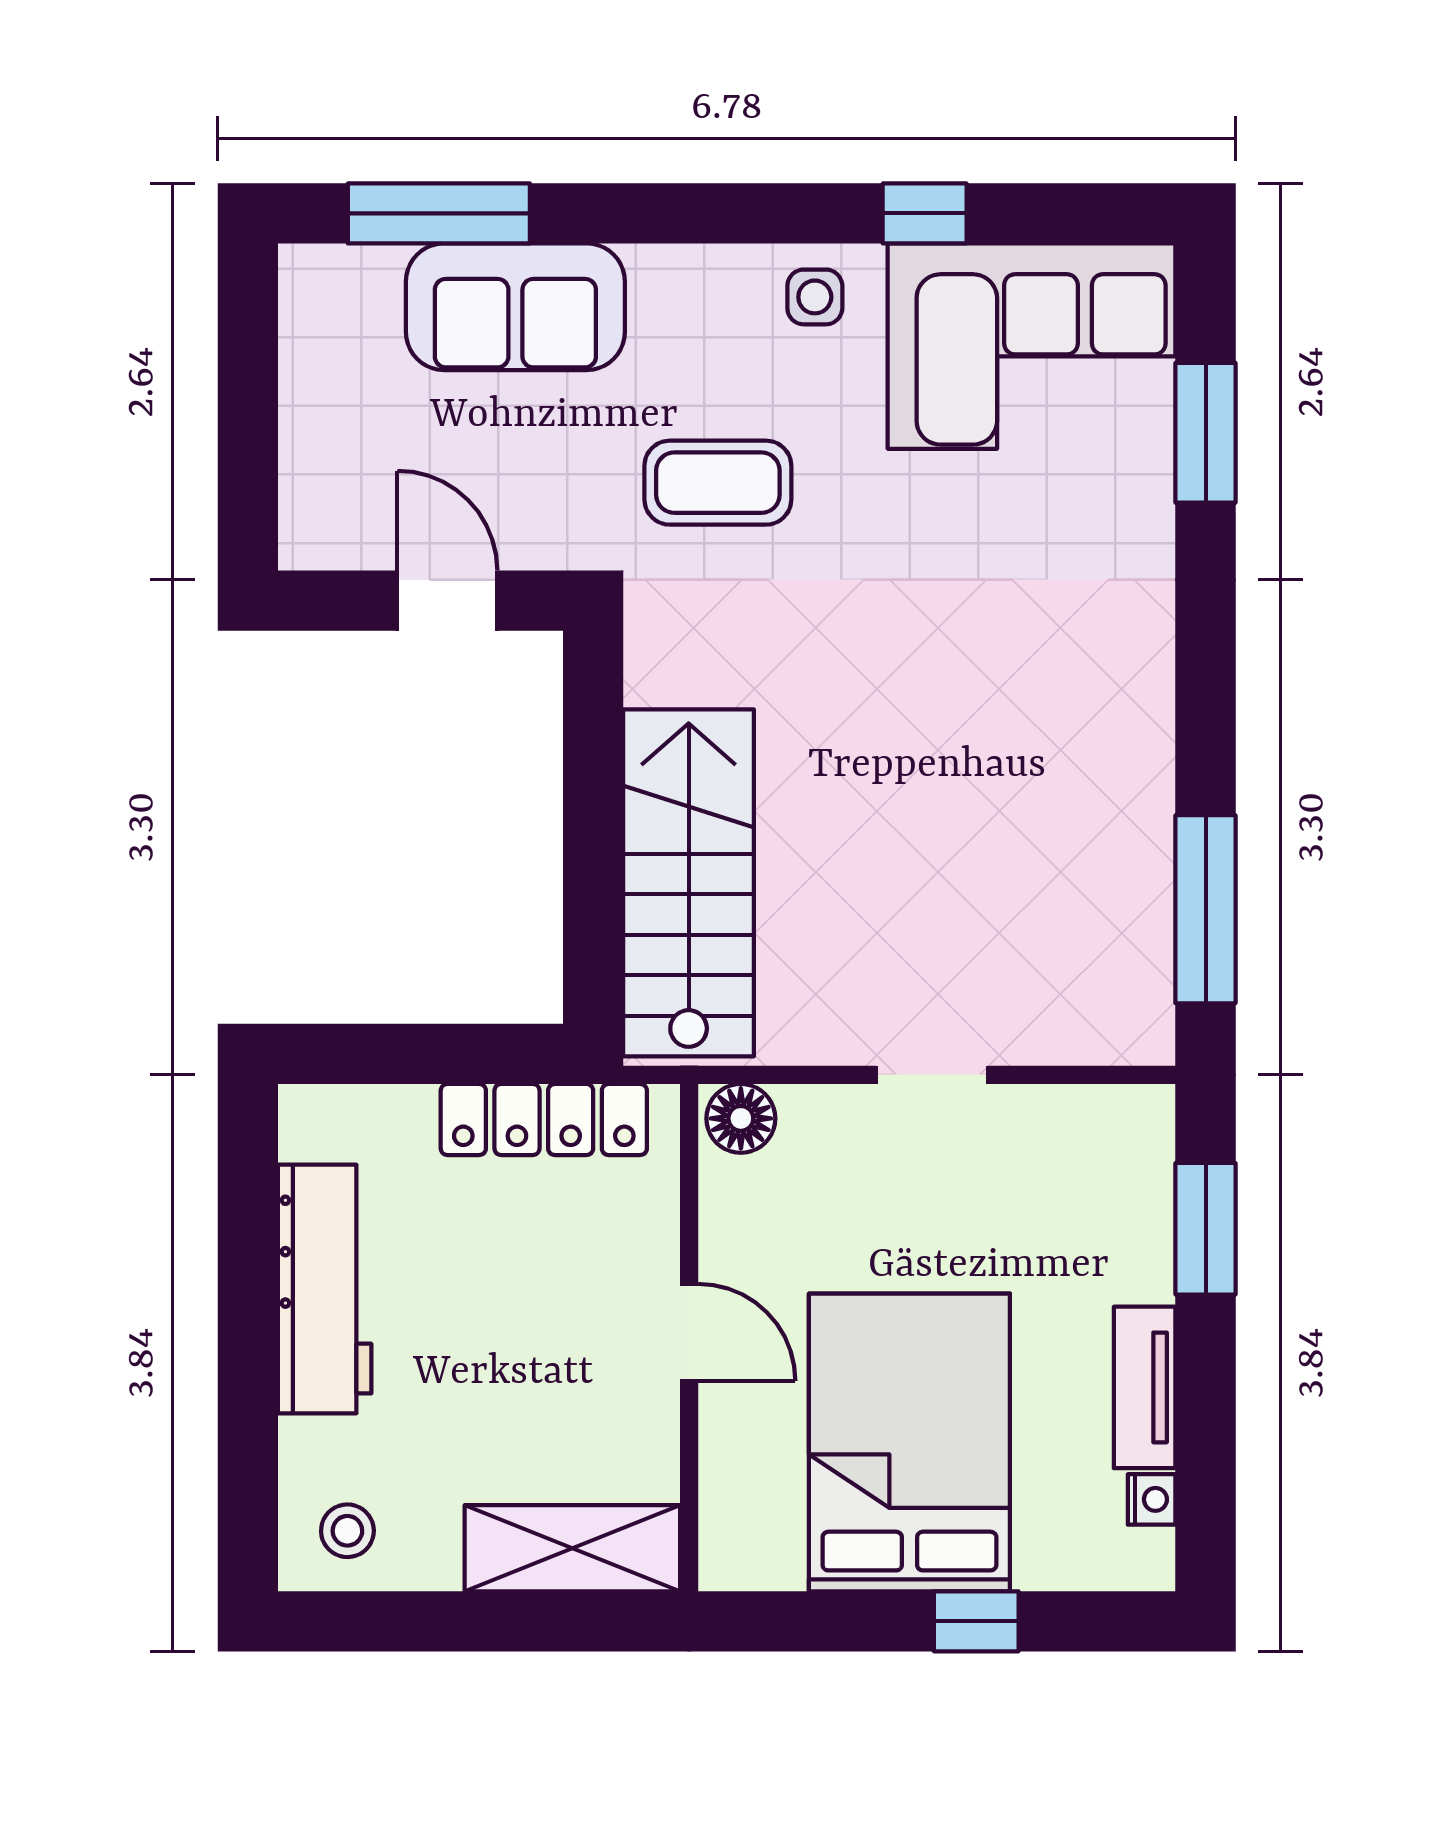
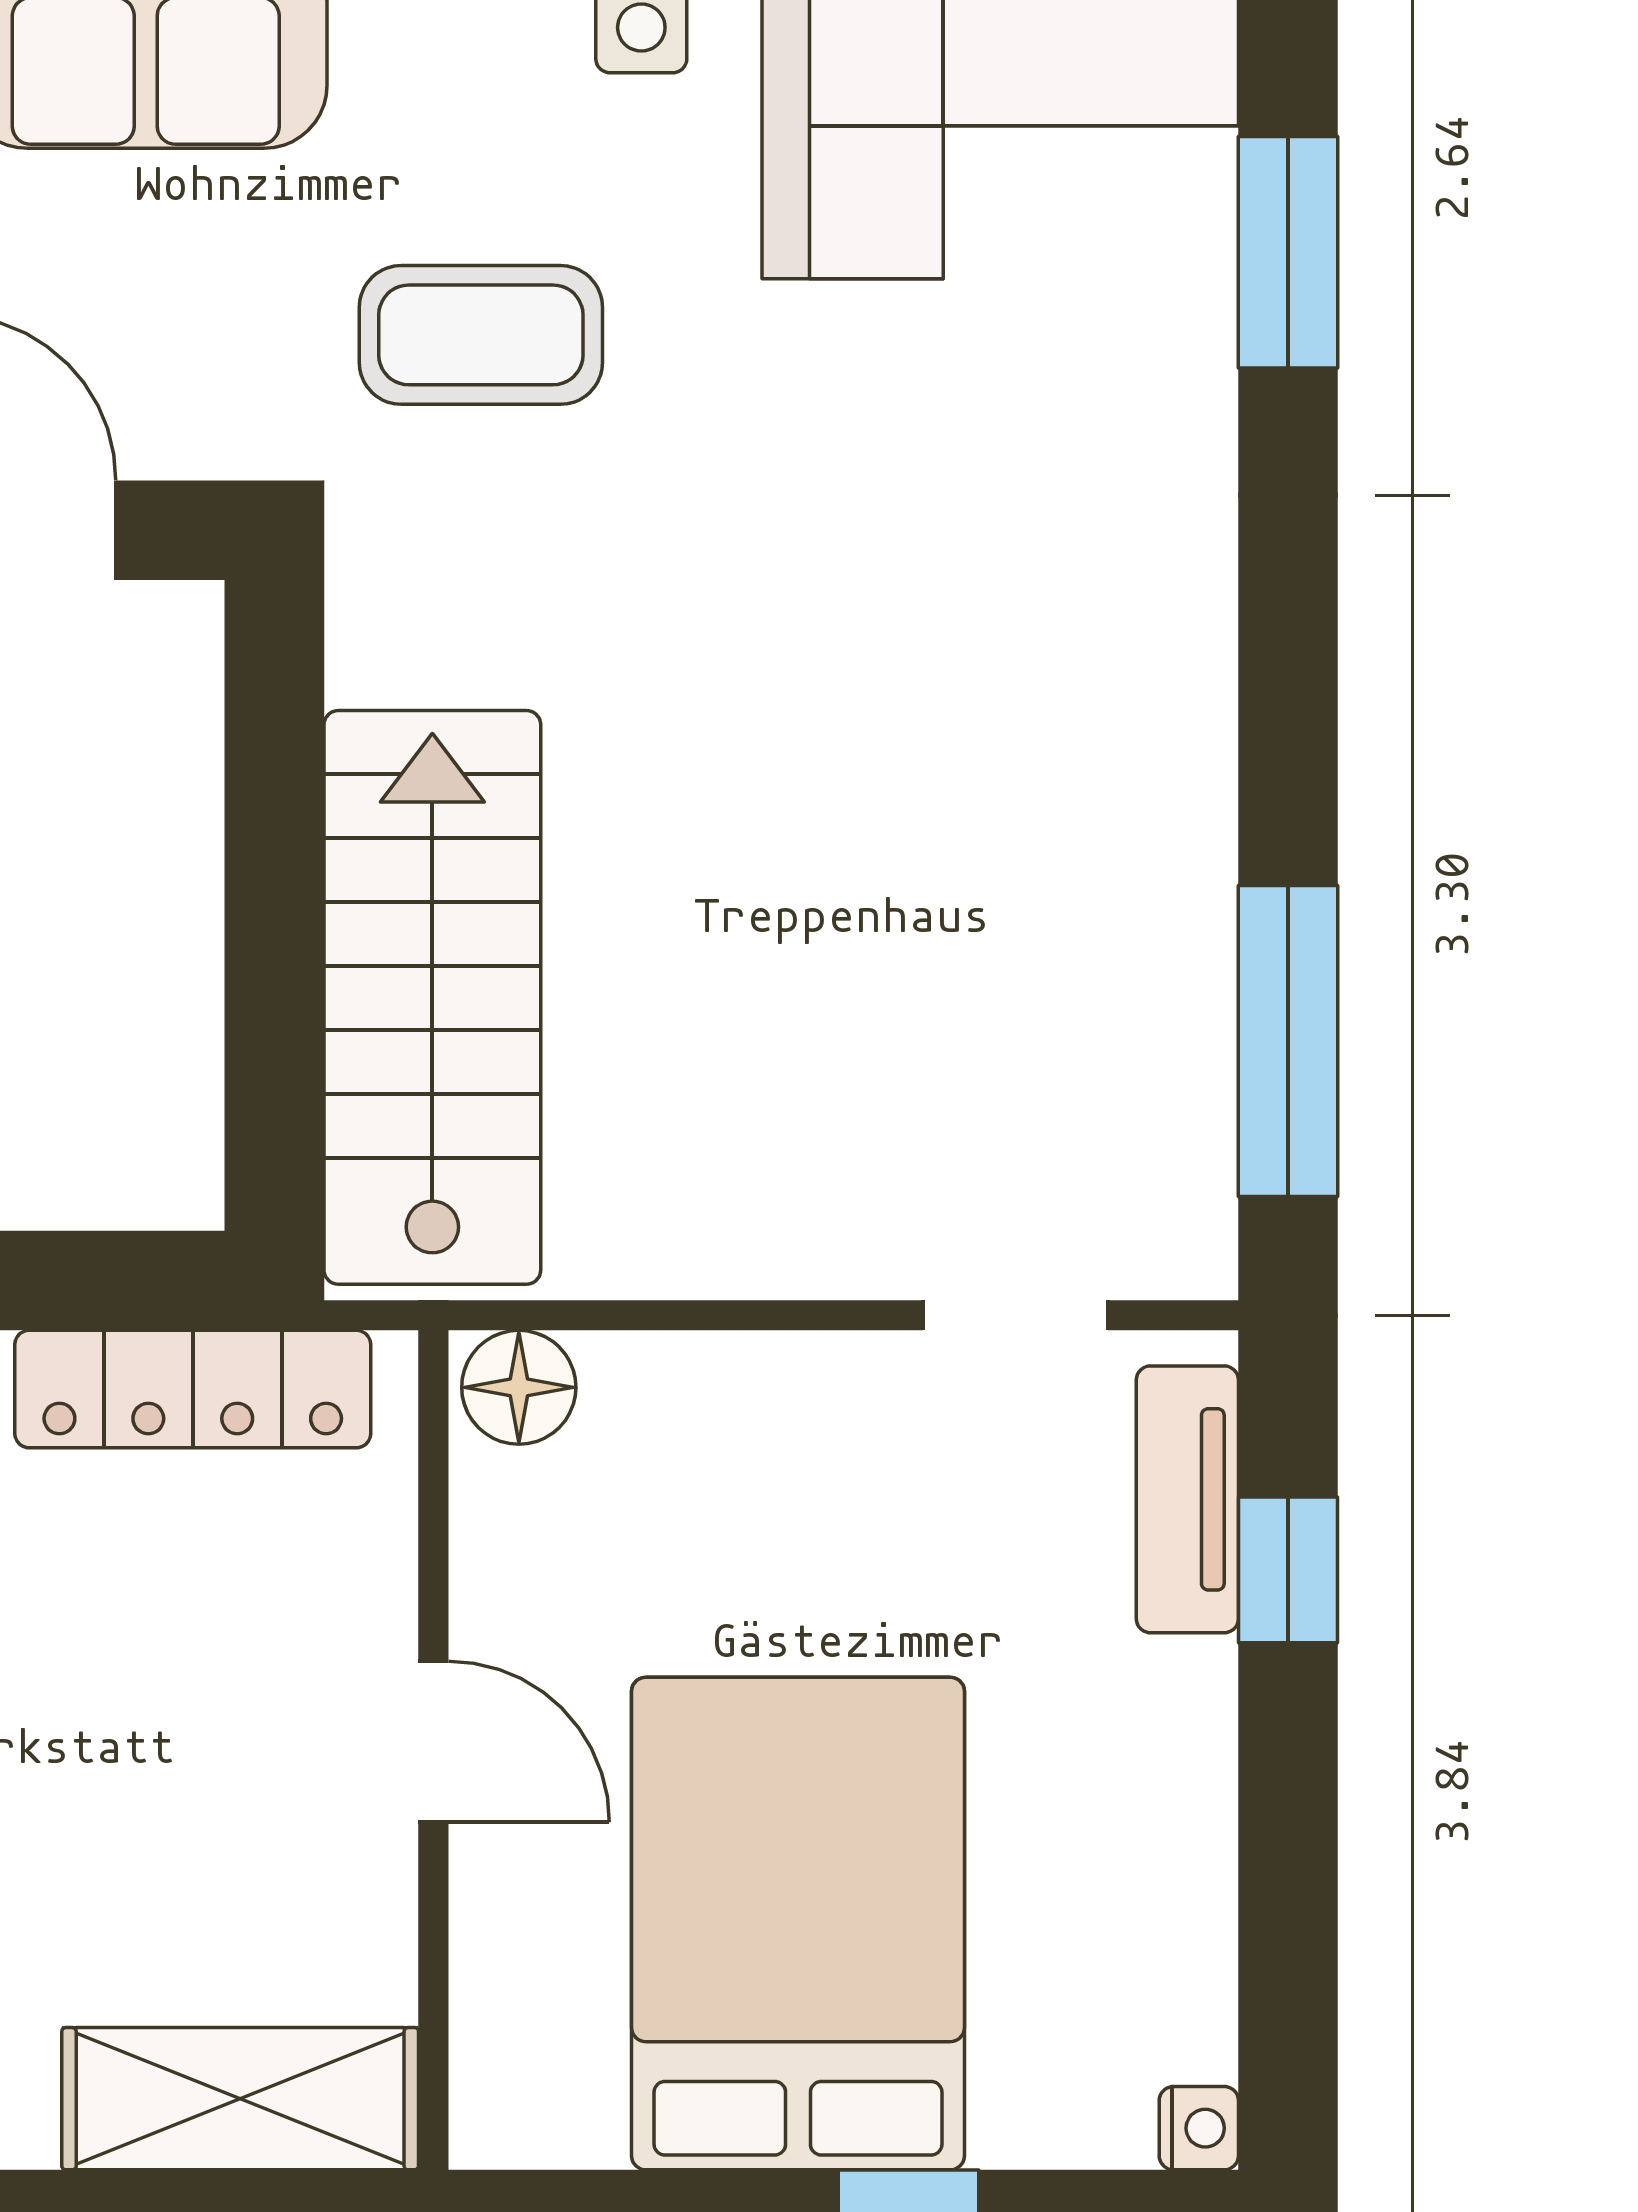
doorway: (932, 1075) -> (1015, 1315), moved
window: (1206, 1229) -> (1288, 1570), width x0.67
tv unit: (1145, 1387) -> (1187, 1499), moved
nightstand: (1152, 1499) -> (1199, 2128), moved

